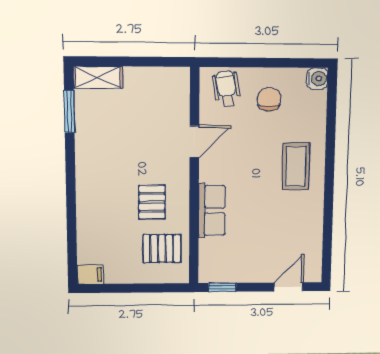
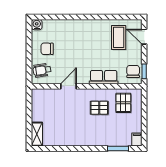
window: (69, 111) -> (118, 148), moved
door: (194, 142) -> (68, 86), hinge flipped
coffee table: (296, 166) -> (119, 37), moved, turned 90
chair: (222, 267) -> (133, 72), added

